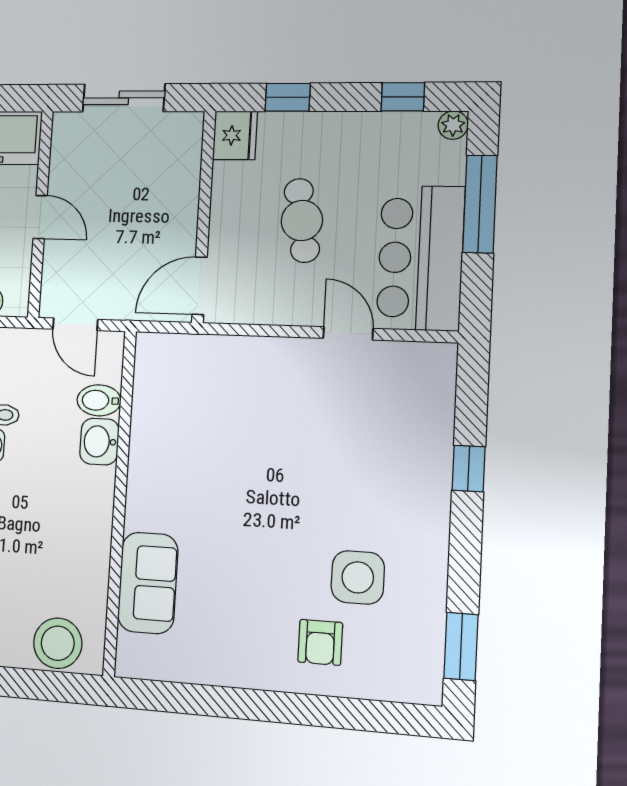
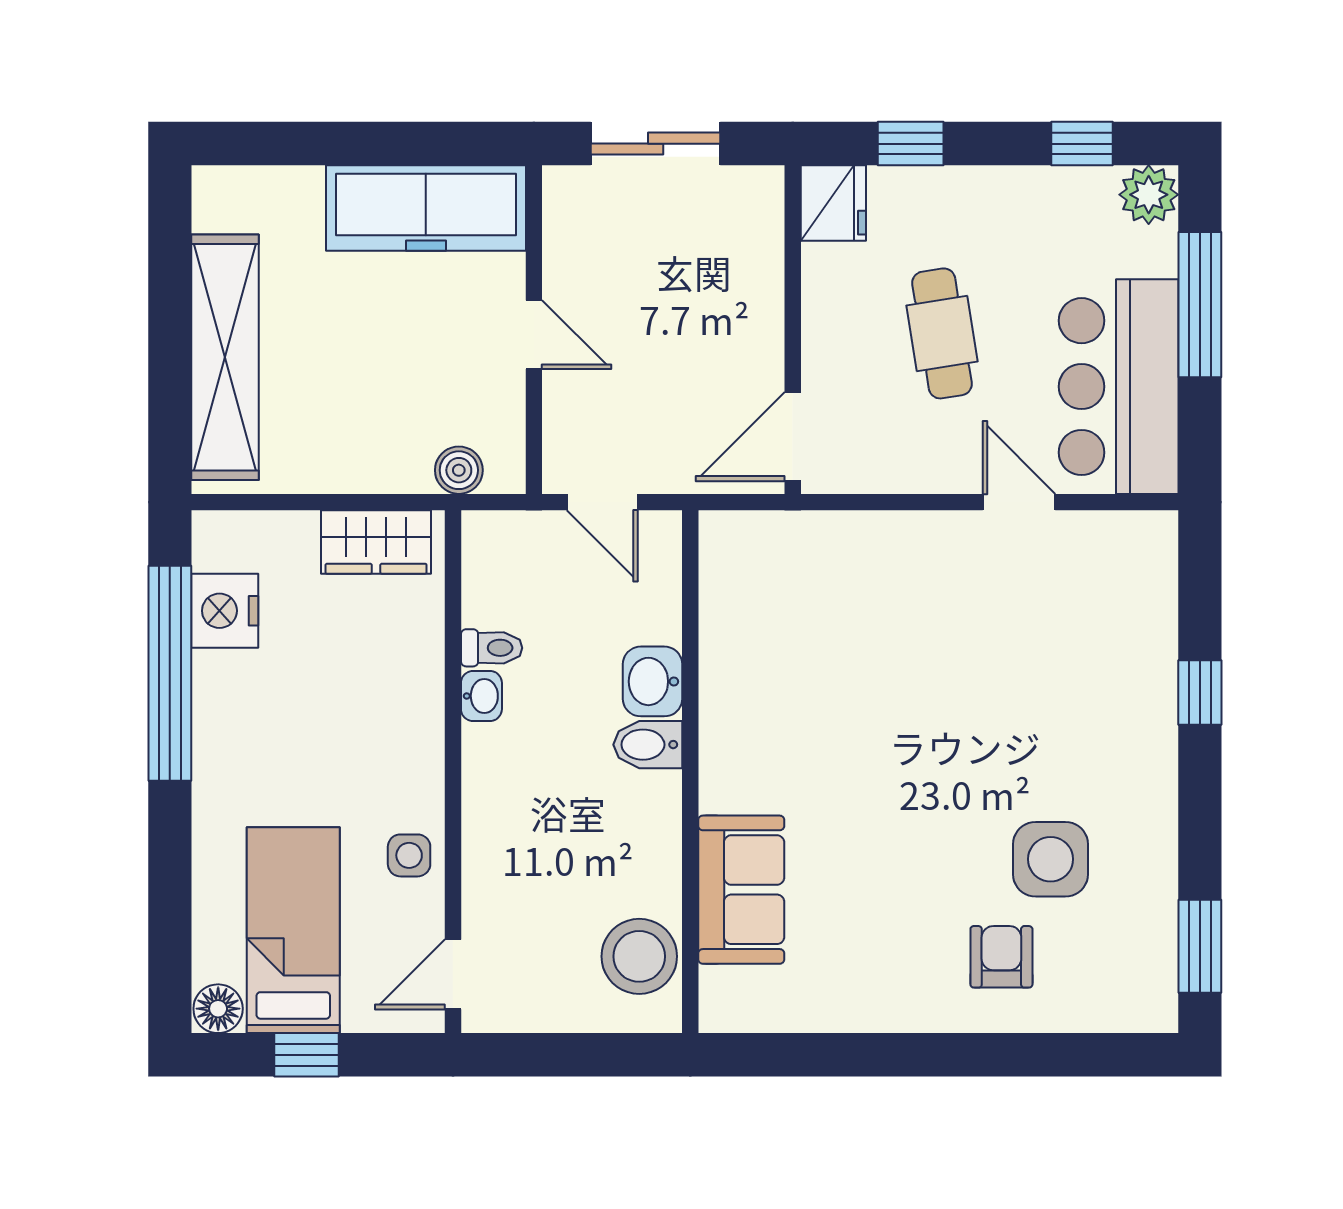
plant: (453, 125) -> (1149, 195), width x1.38, depth x1.38
bidet: (99, 400) -> (648, 745), moved
armchair: (320, 642) -> (1001, 957), turned 180
stool: (58, 643) -> (639, 956), moved

